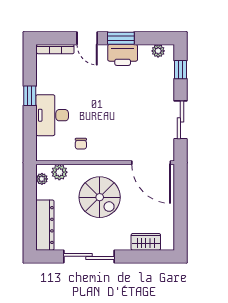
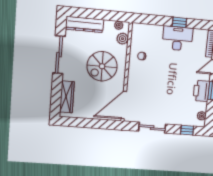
desk: (52, 115) -> (177, 38), moved
wardrobe: (146, 242) -> (67, 97), width x1.50

